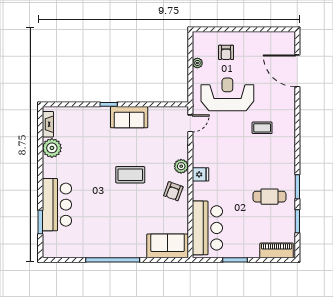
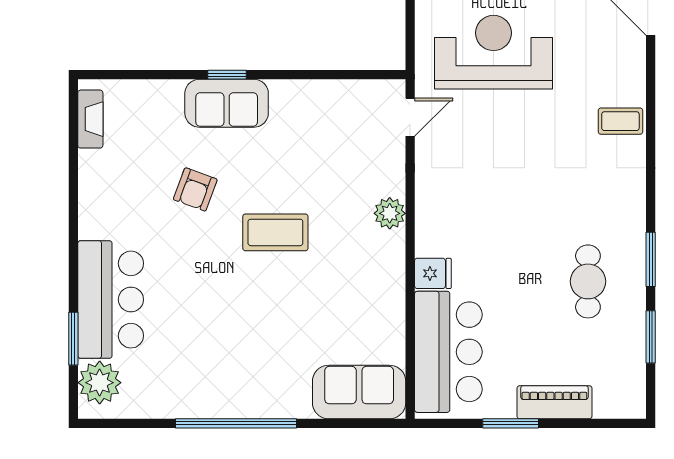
sofa: (129, 117) -> (227, 103), moved
coffee table: (262, 128) -> (620, 121), moved
plant: (52, 148) -> (100, 383), moved
fridge: (200, 174) -> (433, 273), moved
armchair: (173, 191) -> (195, 189), moved
cafe table: (269, 197) -> (588, 281), turned 90
piano: (277, 250) -> (554, 402), moved

